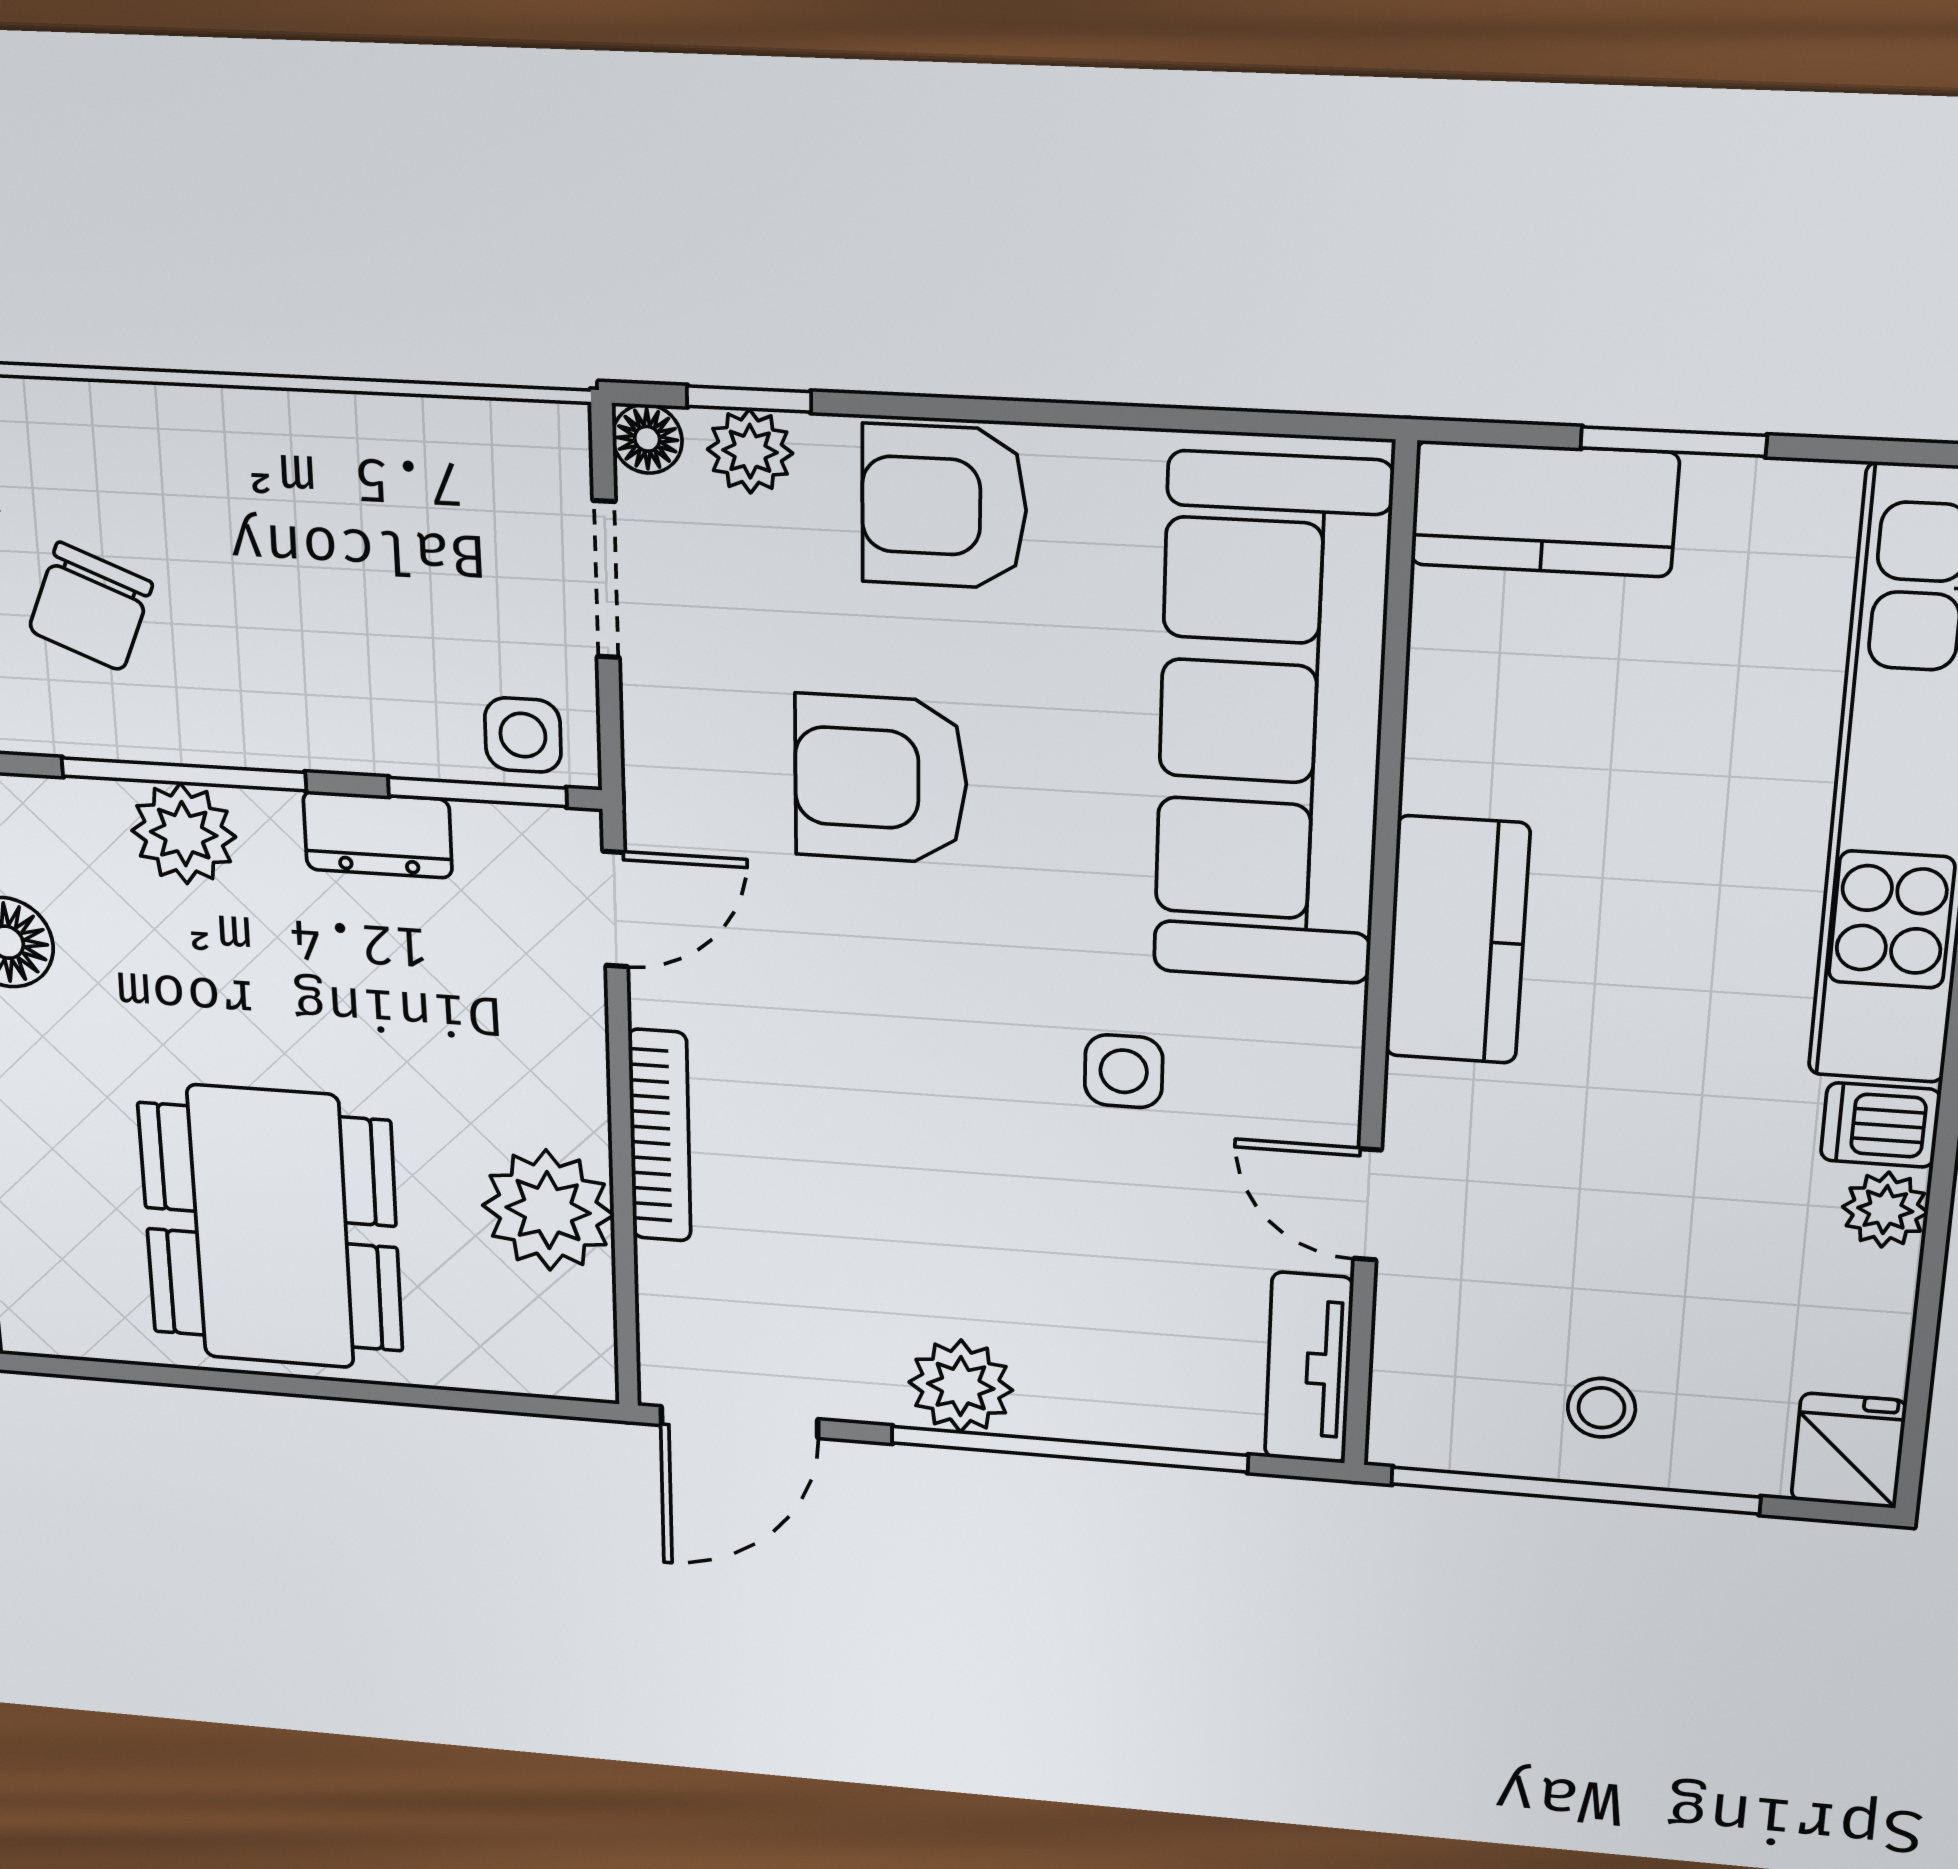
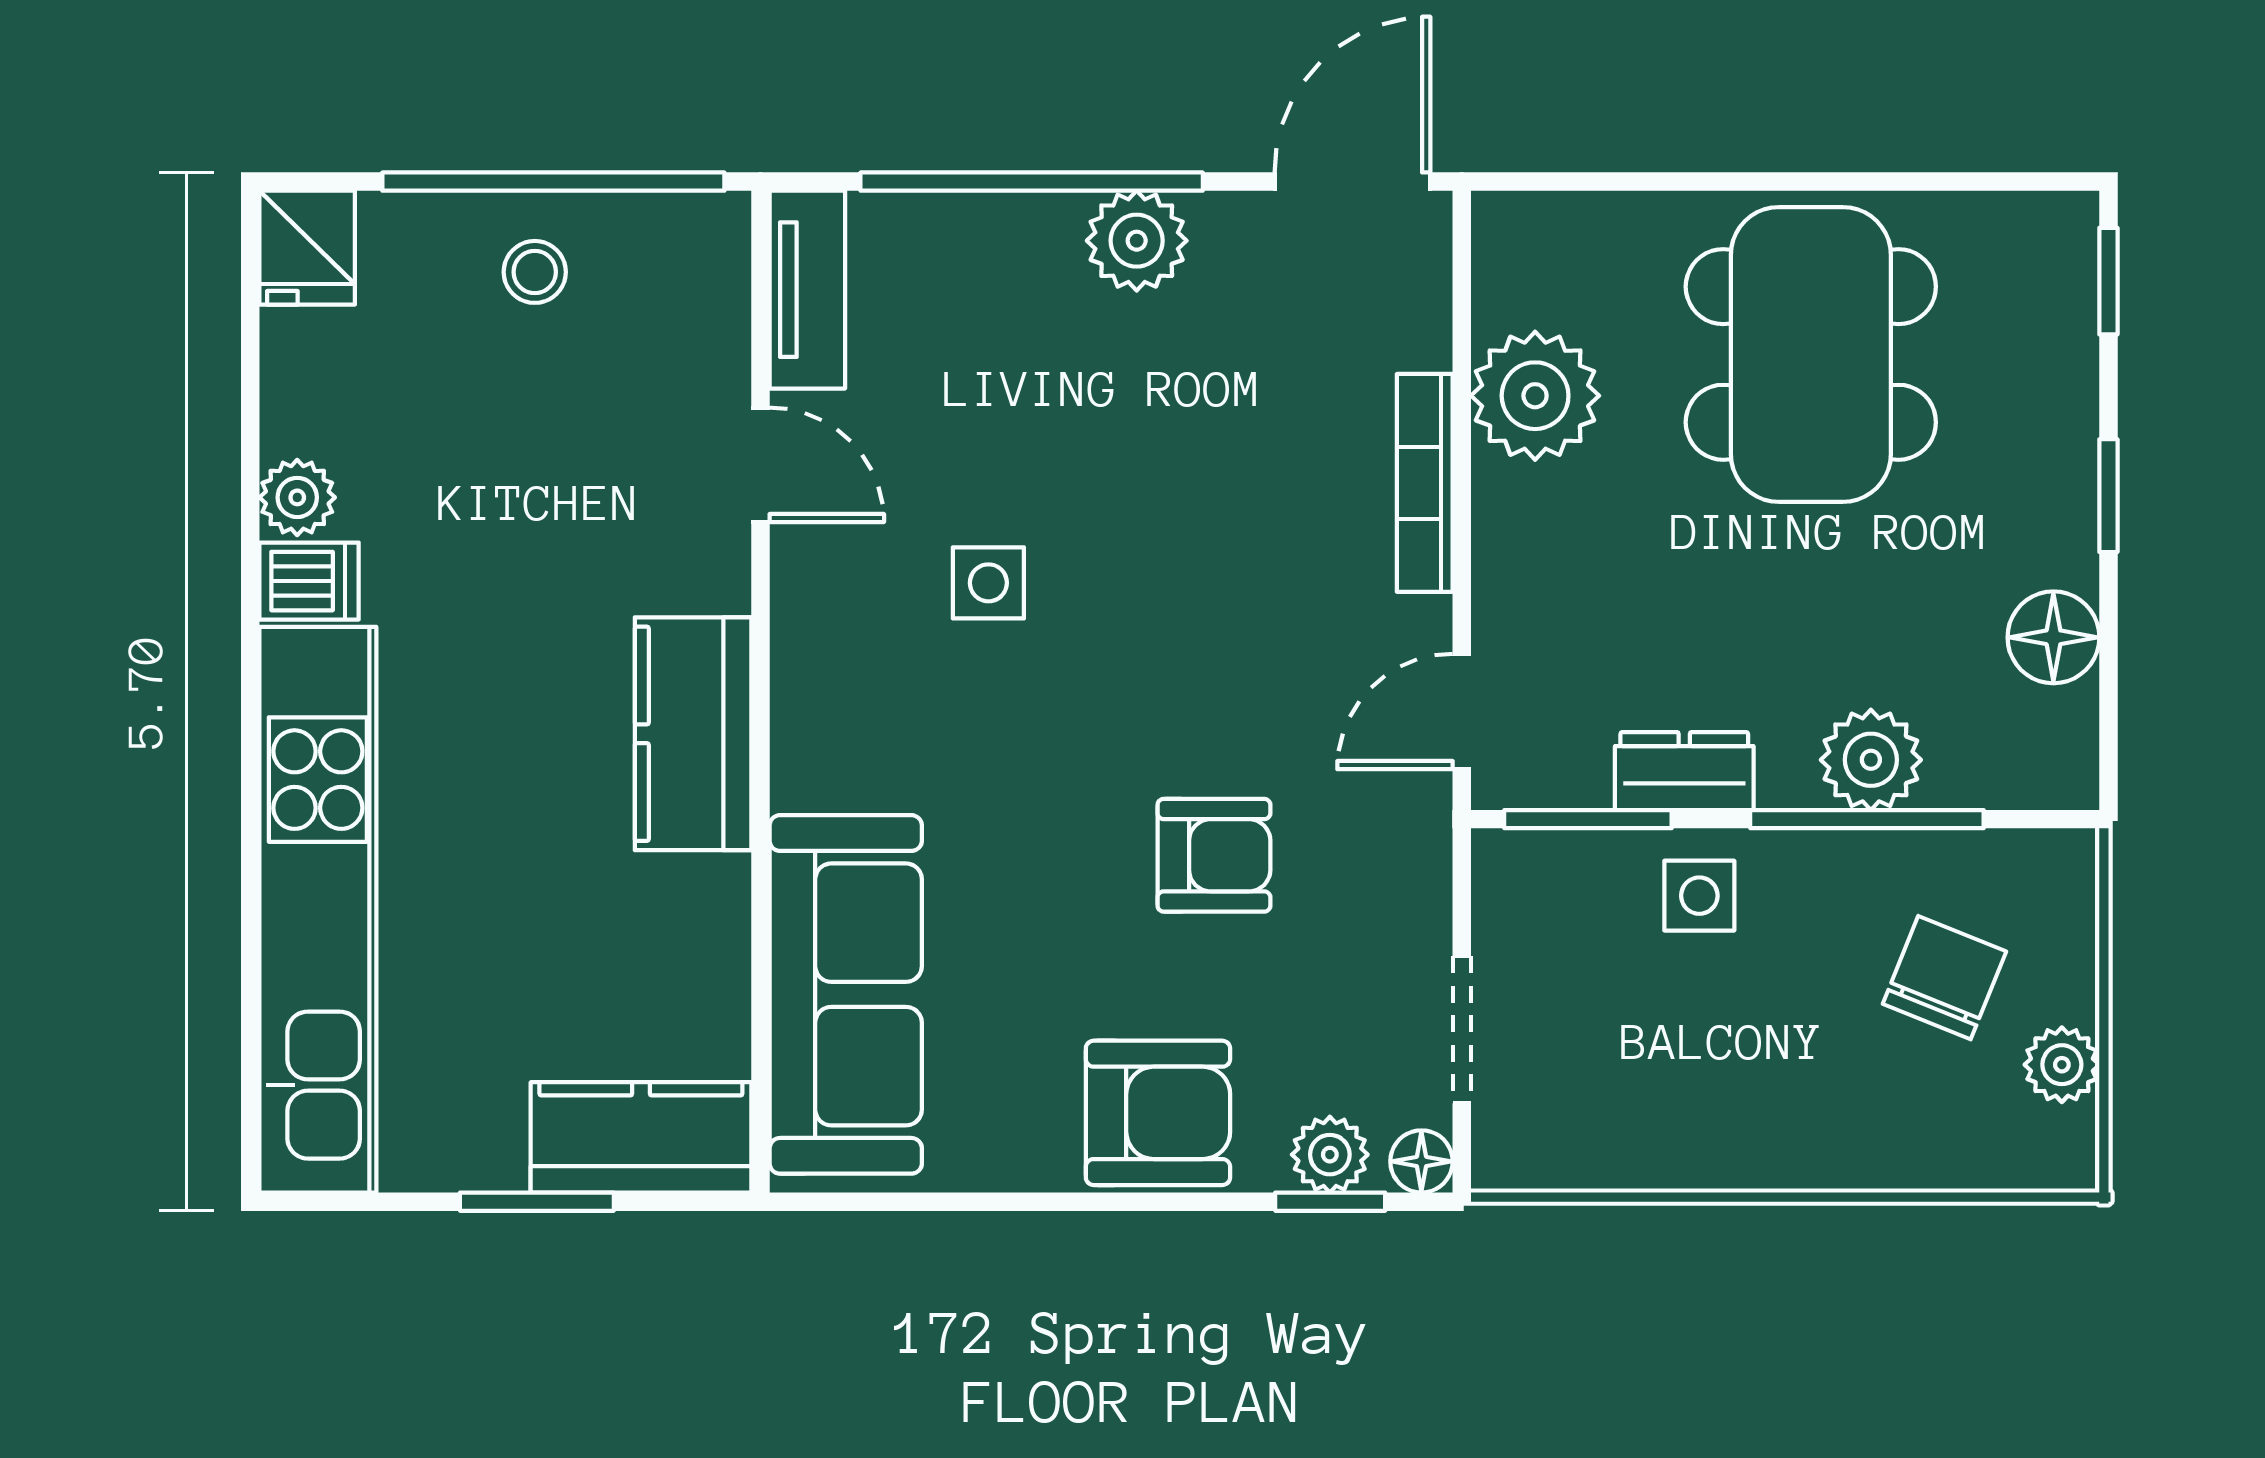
sofa: (1271, 723) -> (846, 994), width x0.74, depth x0.79
side table: (523, 735) -> (1699, 896), moved
armchair: (881, 779) -> (1214, 855), width x0.72, depth x0.72

